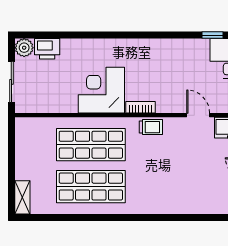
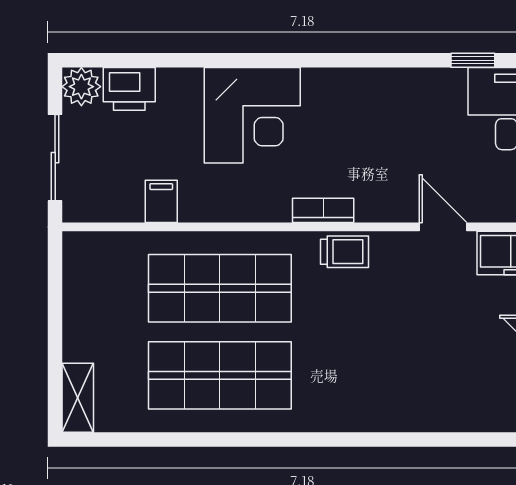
corner desk: (101, 90) -> (252, 115), moved, turned 180
filing cabinet: (63, 103) -> (161, 201), added

